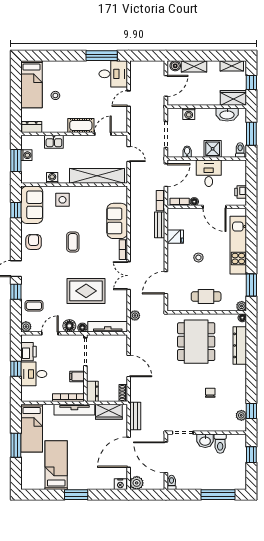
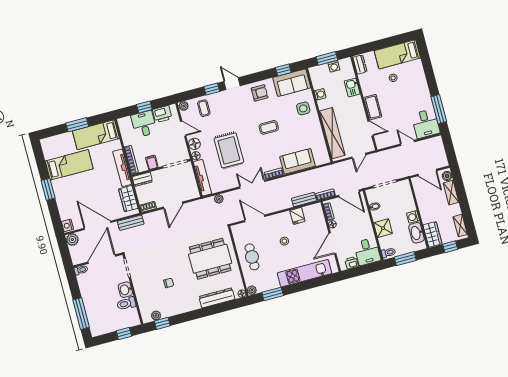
washing machine: (189, 114) -> (413, 217), moved
desk: (209, 173) -> (367, 252), moved, turned 90

